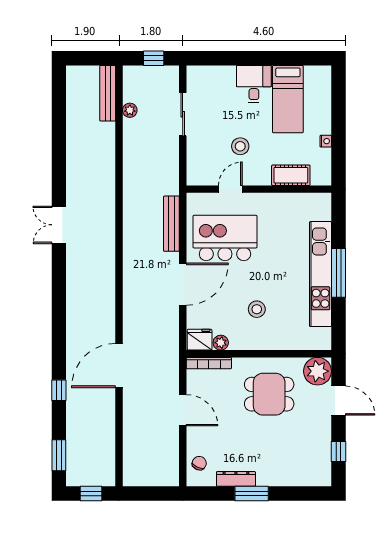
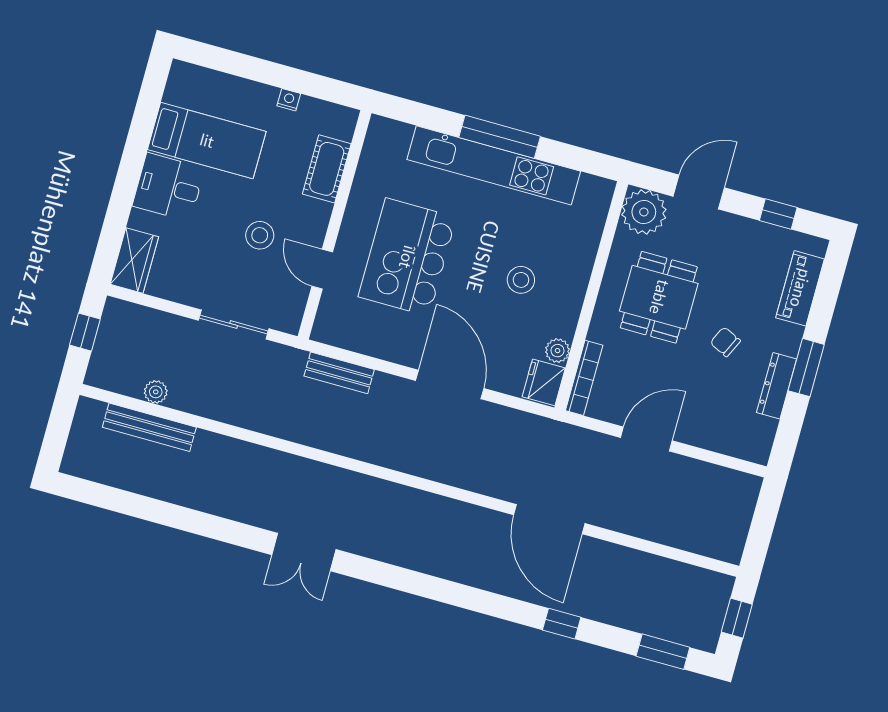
wardrobe: (204, 76) -> (134, 261), added
bench: (108, 93) -> (149, 427), moved
sliding door: (183, 114) -> (234, 325), moved
bench: (171, 224) -> (339, 373), width x0.73
kitchen island: (225, 238) -> (407, 257), moved
chair: (199, 463) -> (725, 342), moved
piano: (298, 477) -> (800, 288), added

